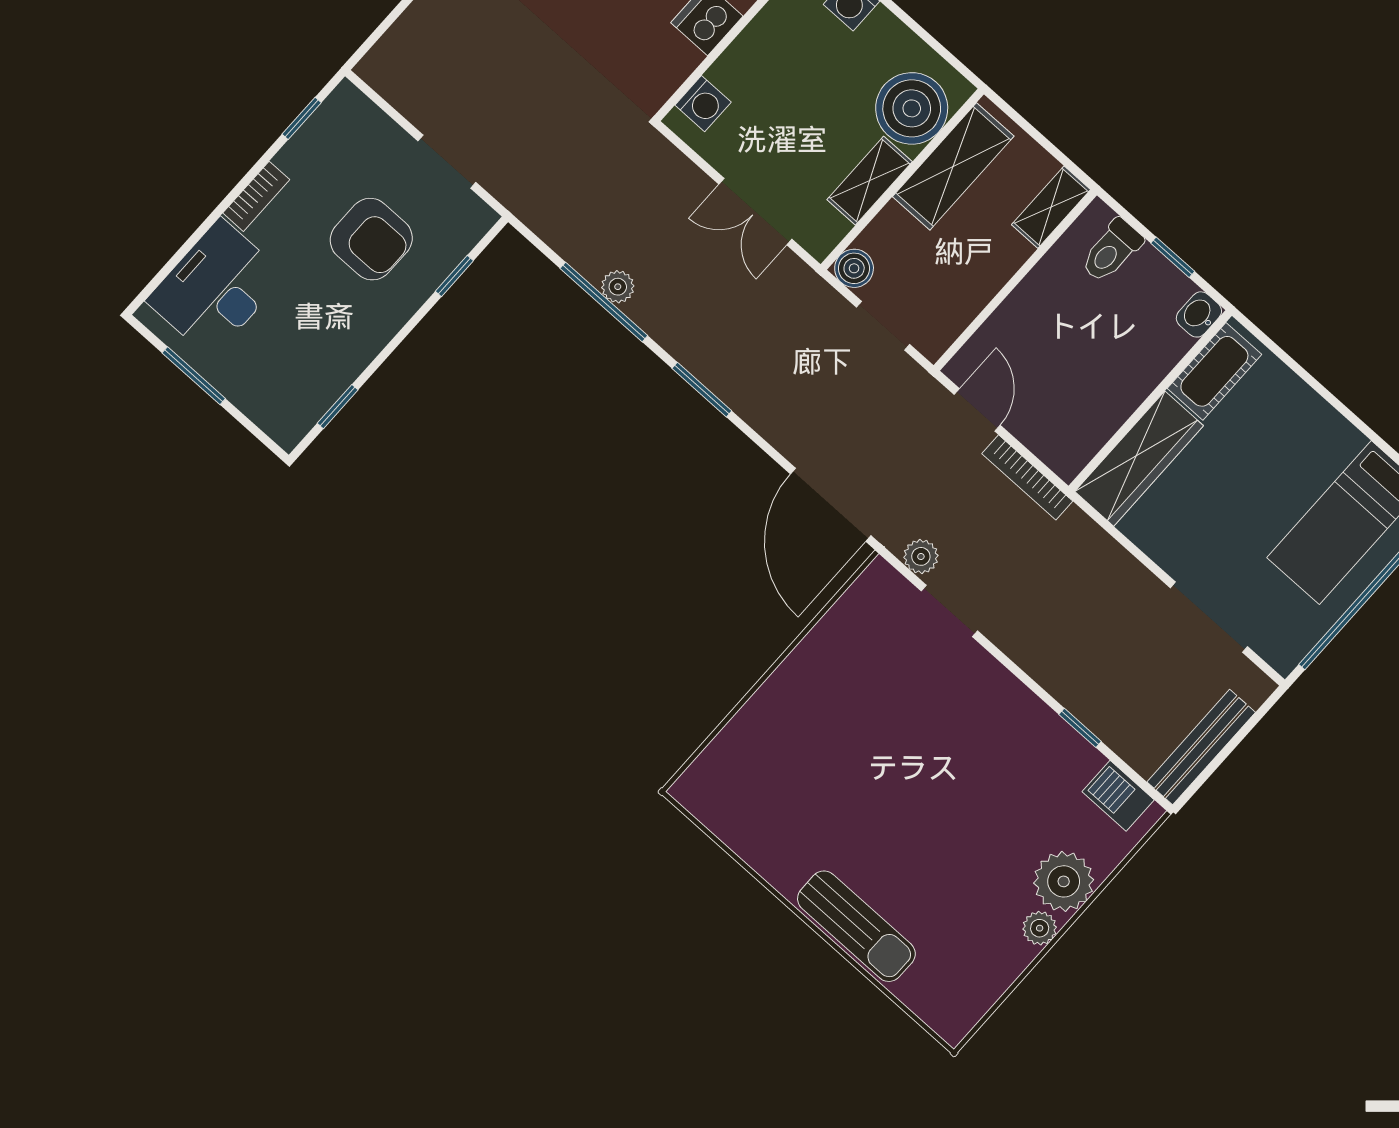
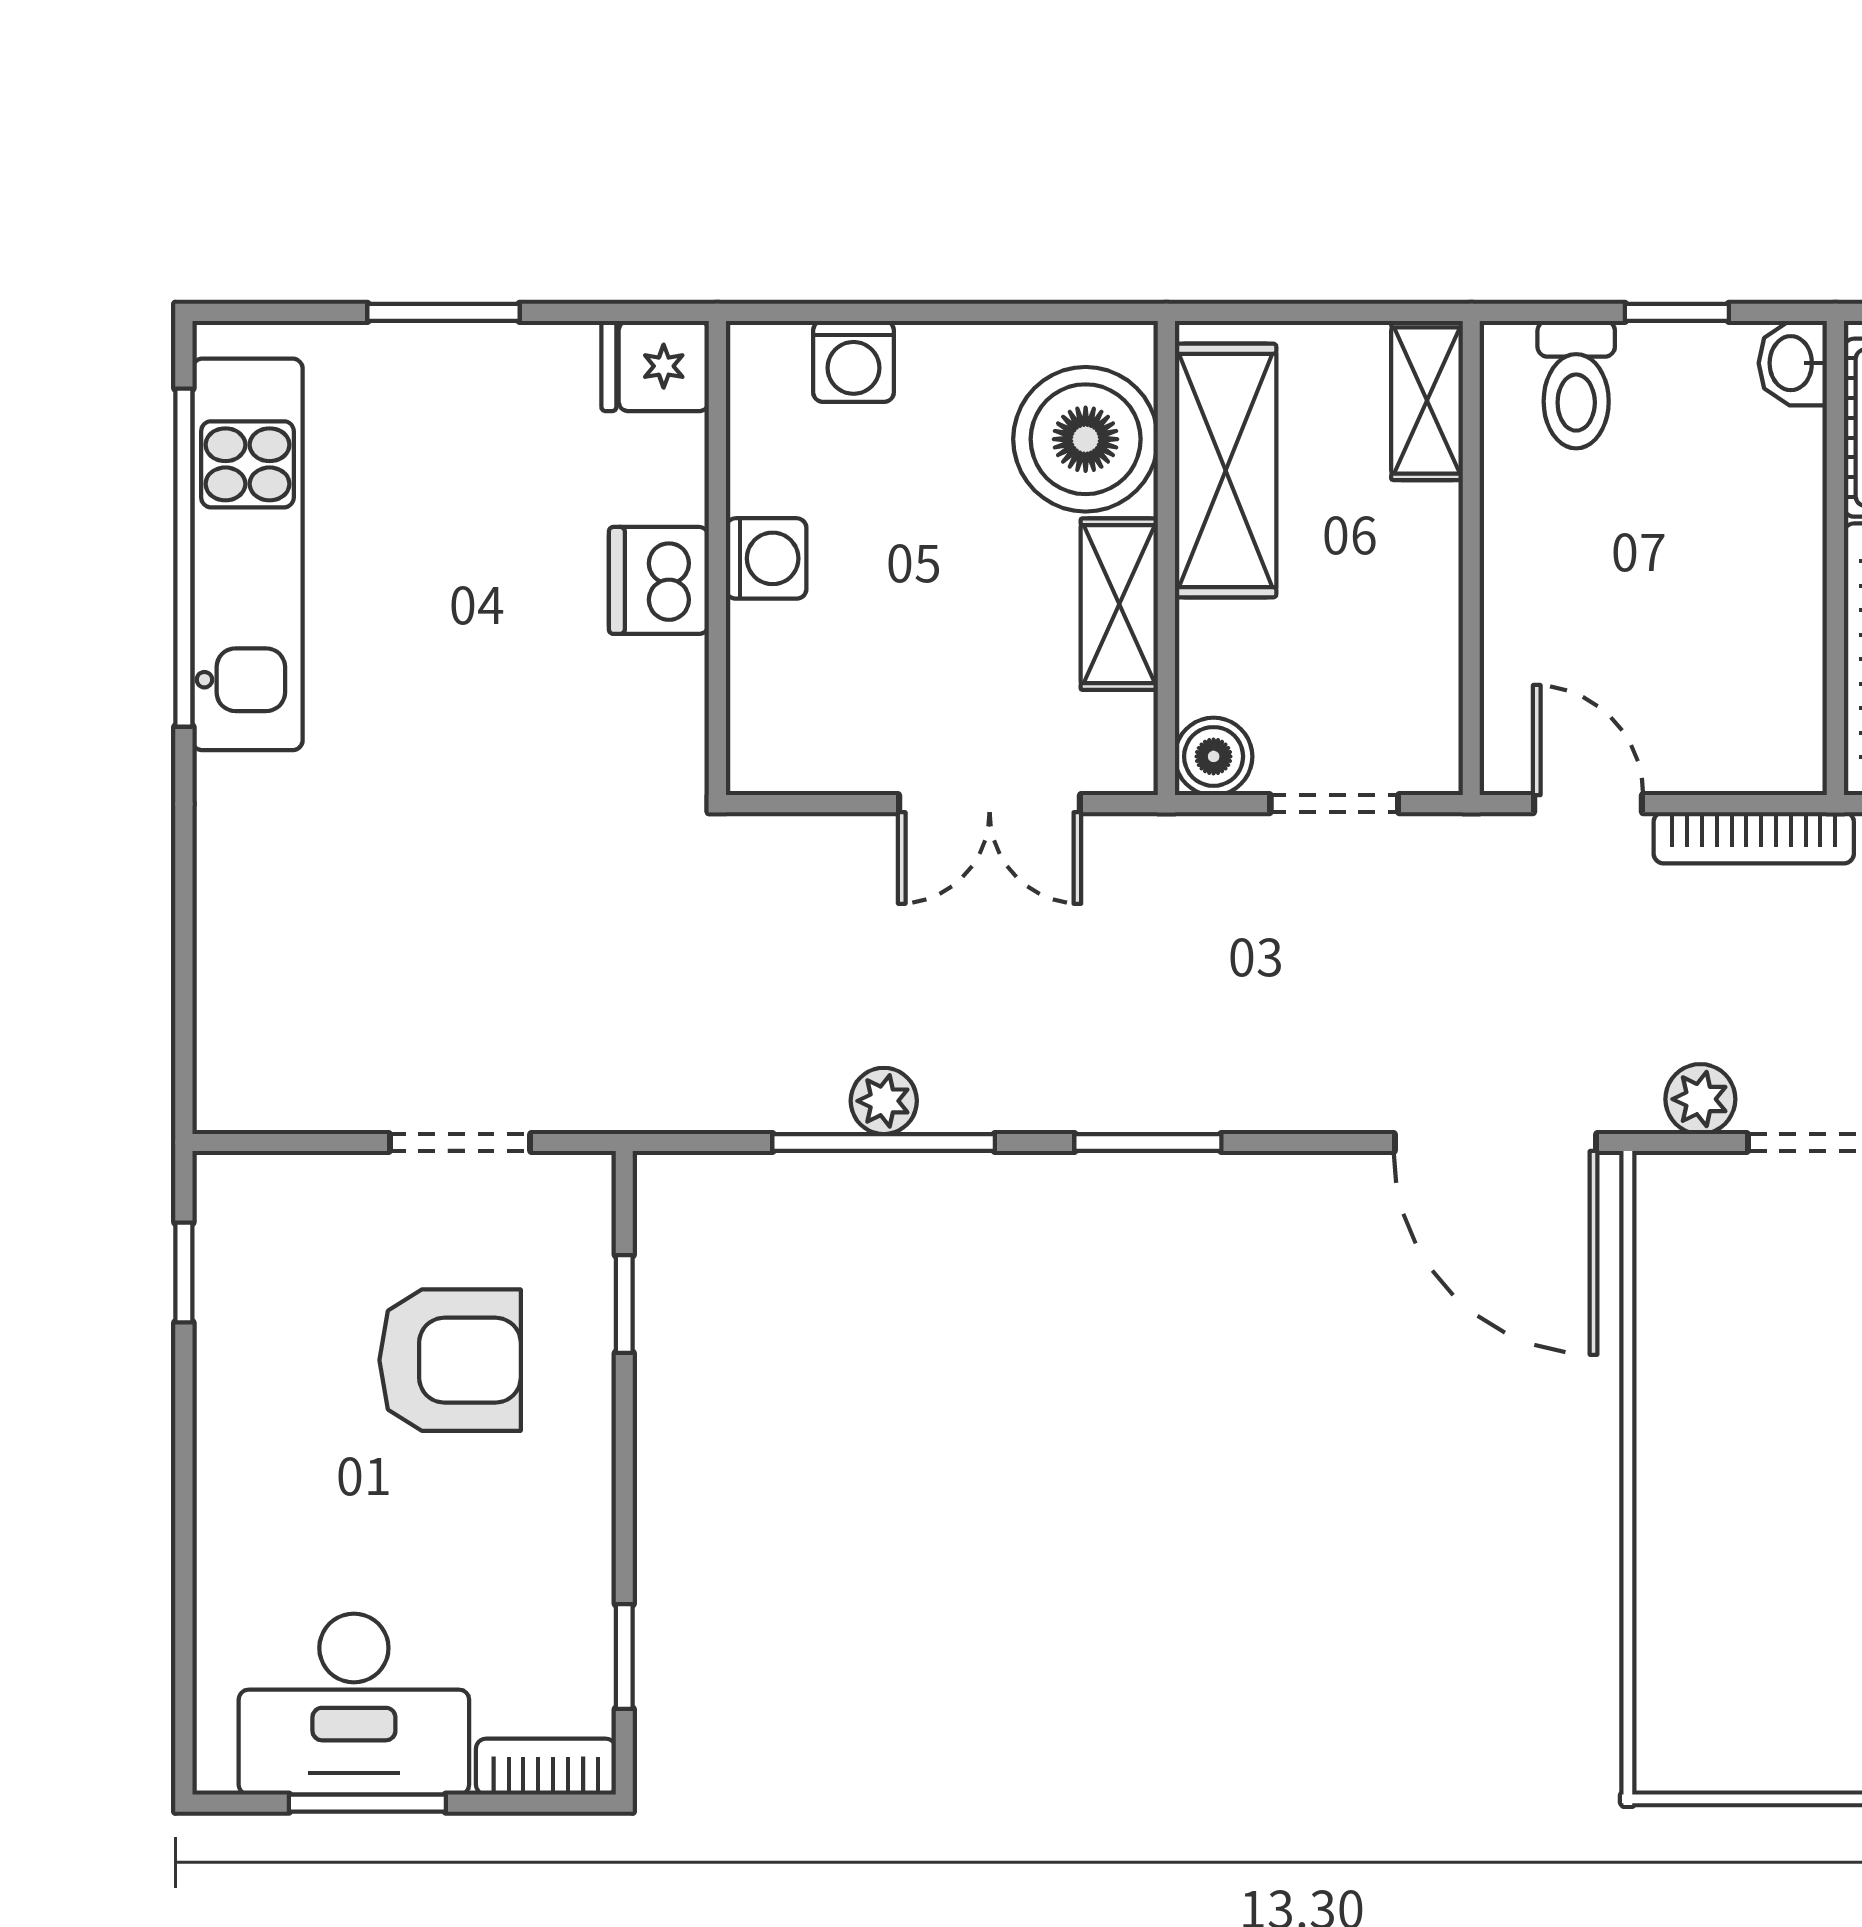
washing machine: (703, 104) -> (766, 558), moved
bookcase: (256, 196) -> (546, 1767), moved, turned -90
desk: (216, 288) -> (354, 1704), moved, turned -90

